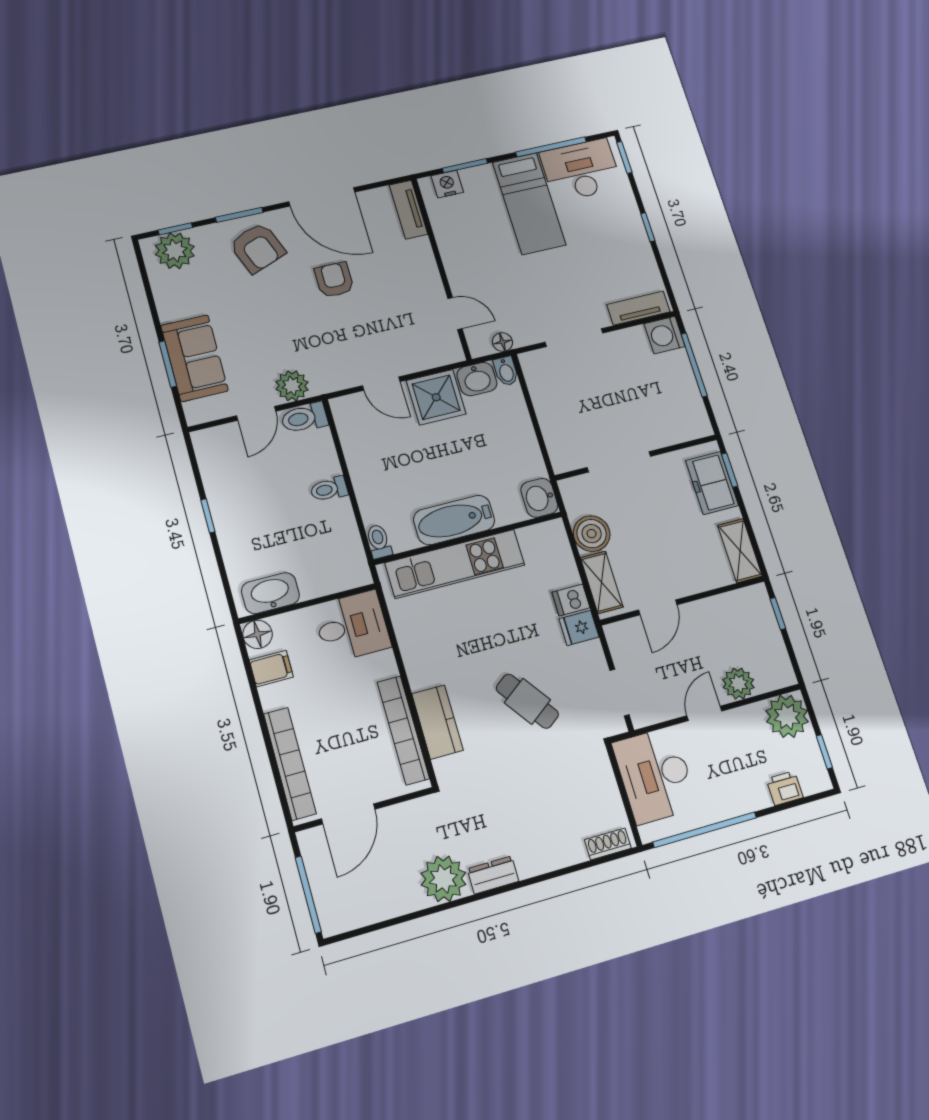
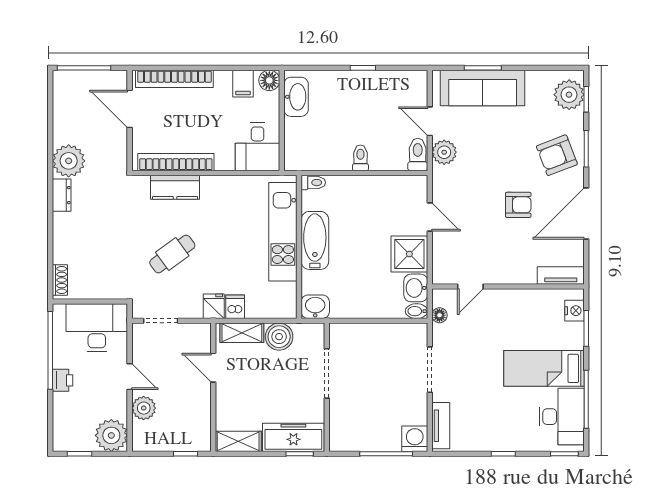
sofa: (194, 358) -> (483, 88), width x1.36
door: (381, 384) -> (430, 217), swing flipped
freezer: (712, 483) -> (293, 437), width x1.40
printer: (785, 788) -> (63, 380), moved

